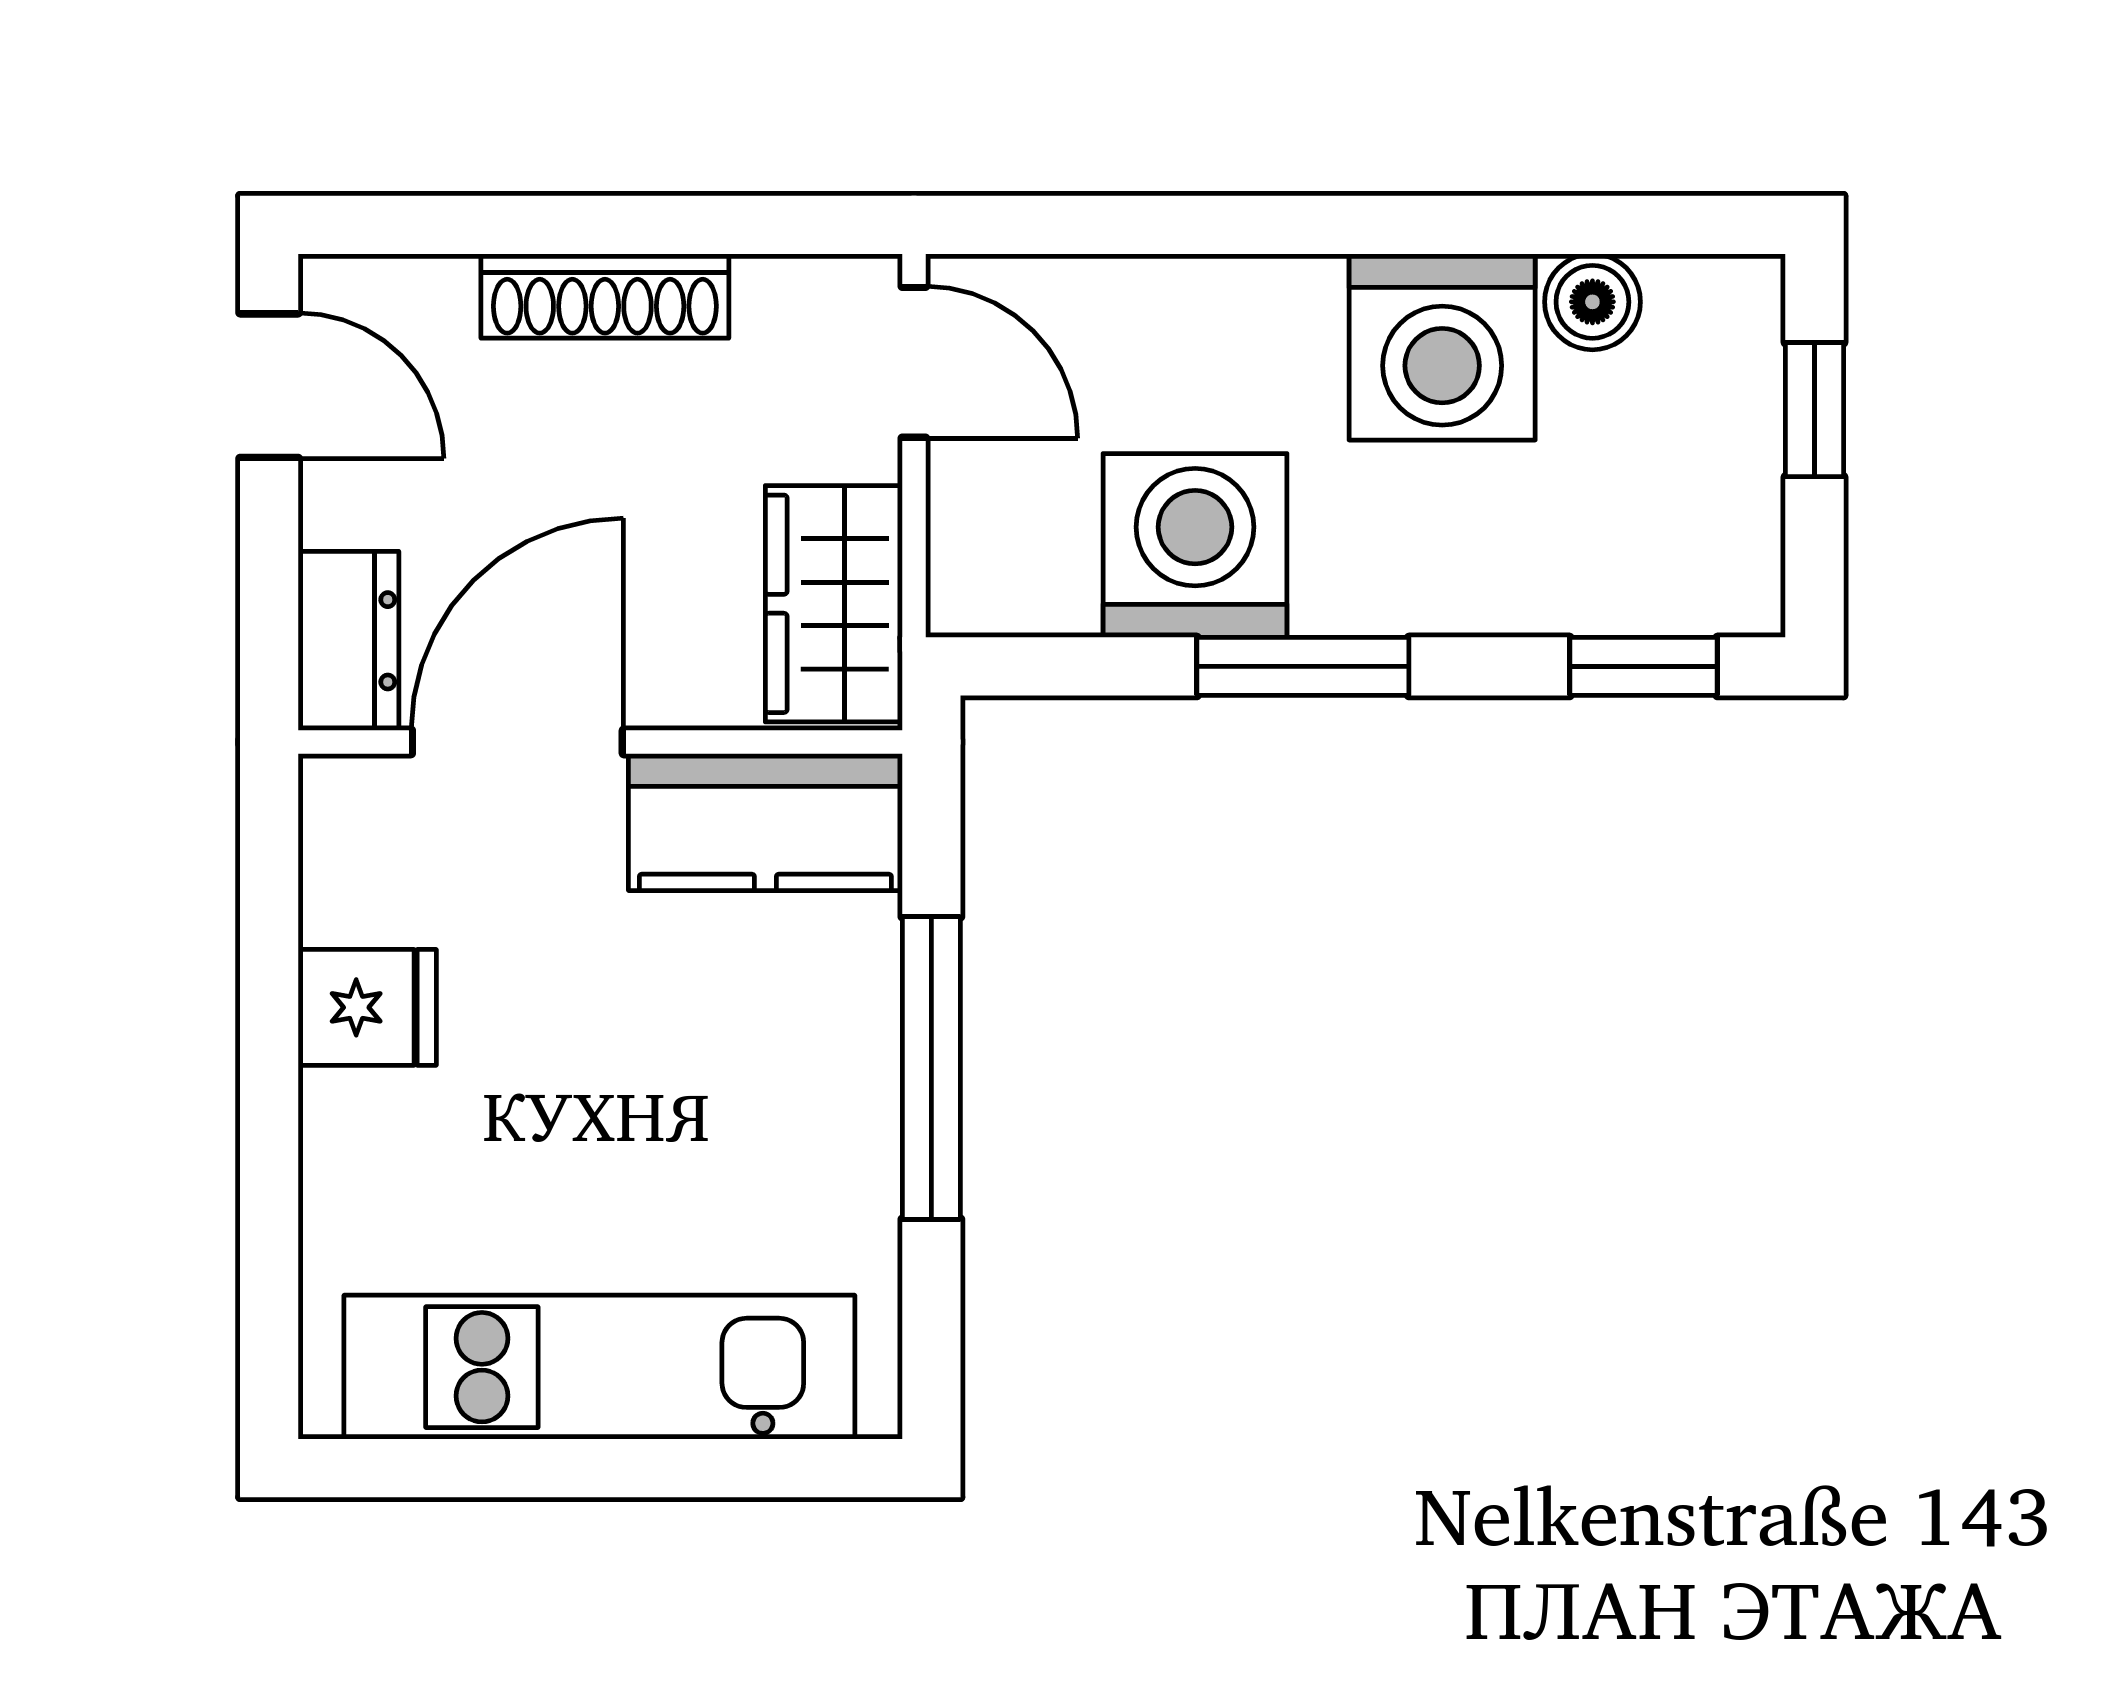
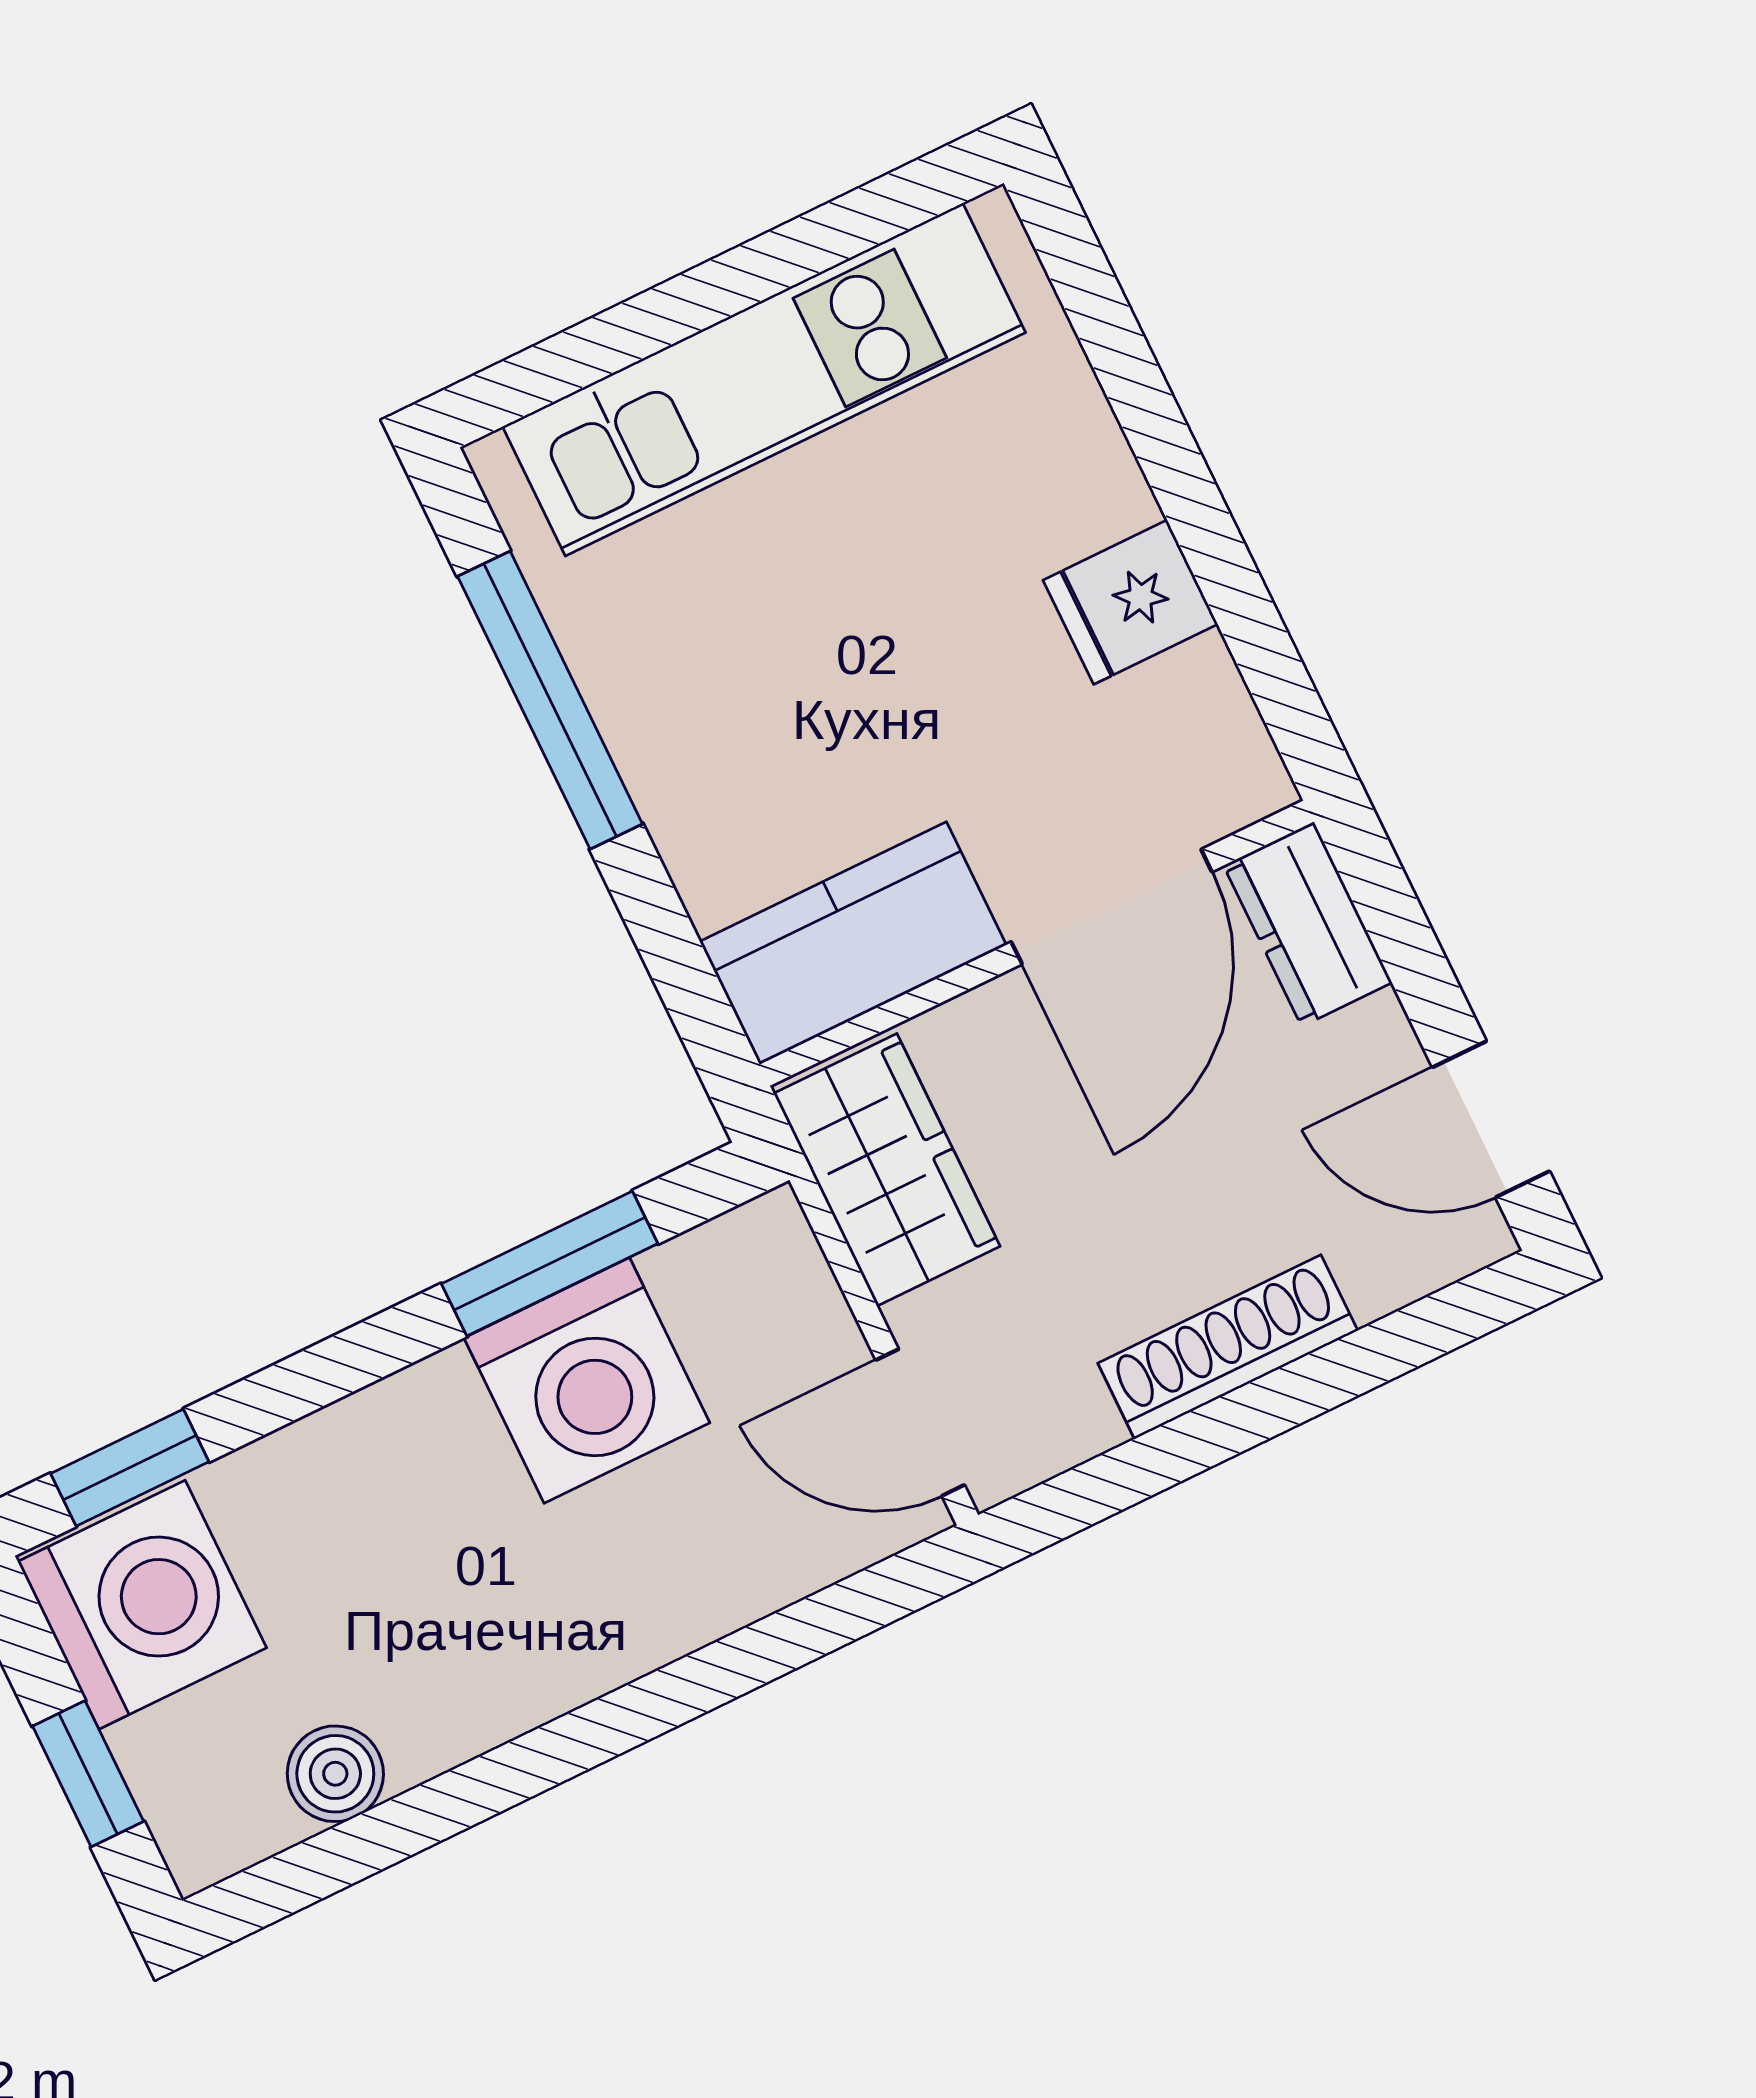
washing machine: (1442, 347) -> (142, 1605), moved, turned 90
window: (1303, 666) -> (550, 1264), moved
window: (931, 1068) -> (550, 700), moved

